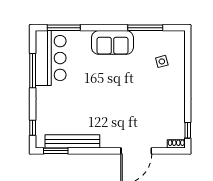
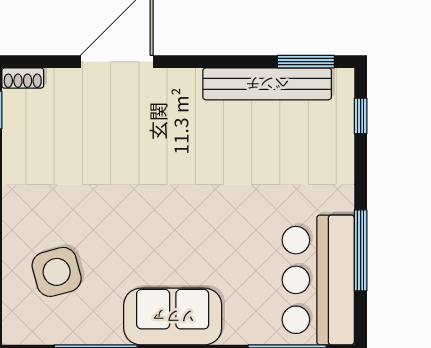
side table: (162, 61) -> (57, 272), width x1.87, depth x1.87

